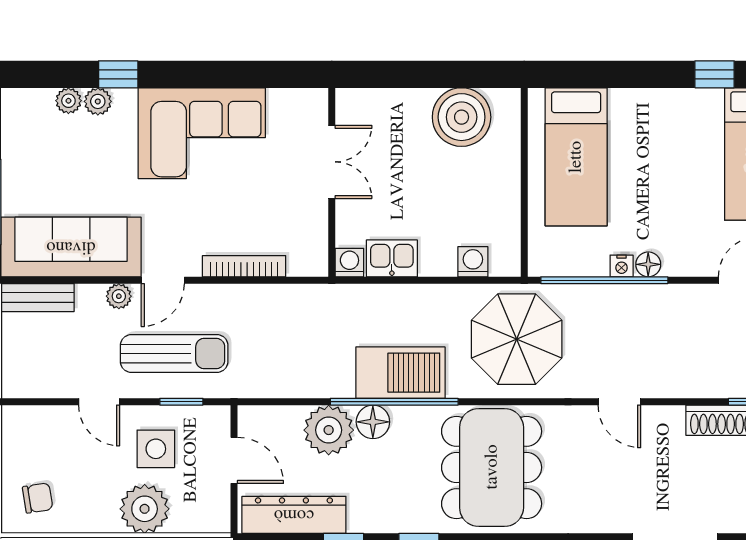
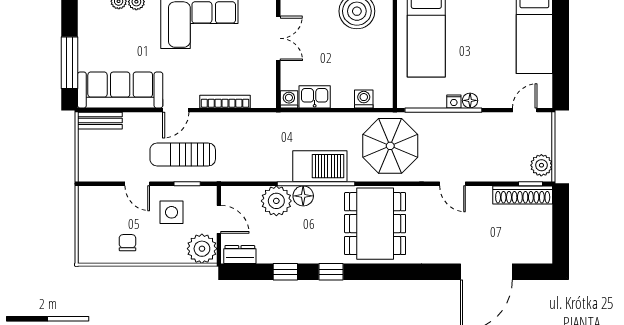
plant: (119, 296) -> (149, 120), removed
sun lounger: (174, 353) -> (183, 155), turned 180
chair: (38, 498) -> (127, 243), moved, turned -81
plant: (145, 509) -> (202, 249), moved
dresser: (294, 515) -> (240, 255), width x0.51, depth x0.80

